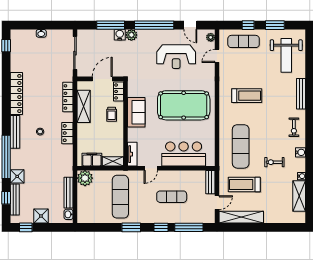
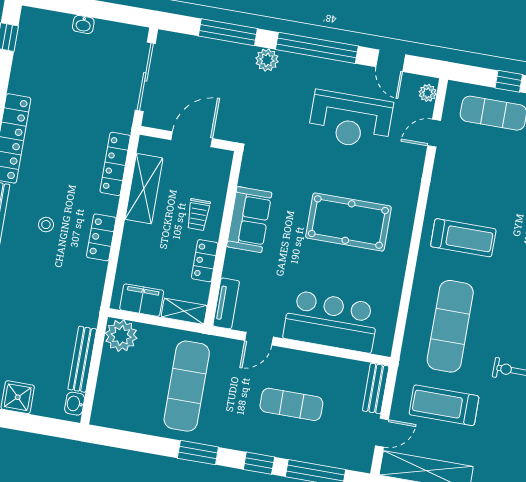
water cooler: (120, 35) -> (243, 55), removed
locker: (119, 91) -> (205, 261), moved
treadmill: (247, 96) -> (463, 238), moved
pool table: (184, 105) -> (348, 222), width x0.73, depth x0.76

